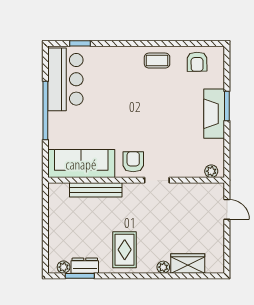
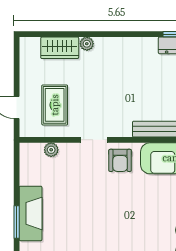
plant: (211, 171) -> (51, 150), moved
rug: (125, 250) -> (55, 105), moved

